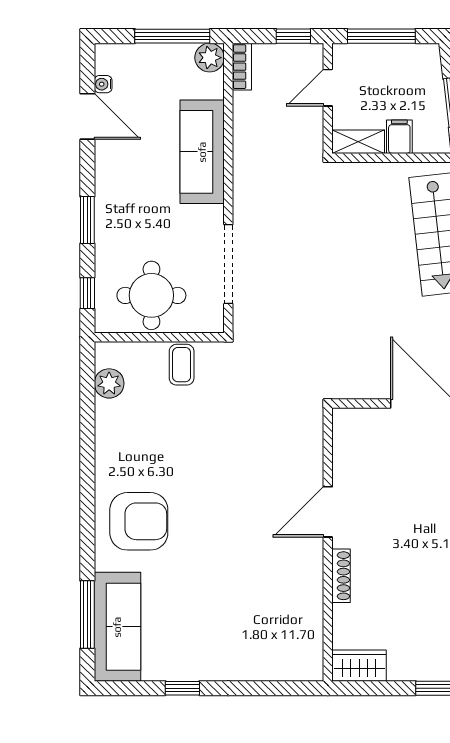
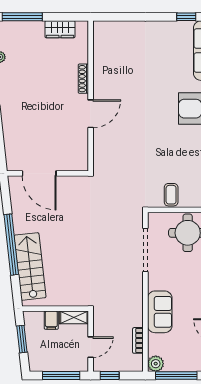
bookcase: (242, 67) -> (138, 340), moved
sofa: (202, 152) -> (160, 312), width x0.73
wardrobe: (359, 666) -> (60, 29), moved
window: (182, 688) -> (186, 17), moved

